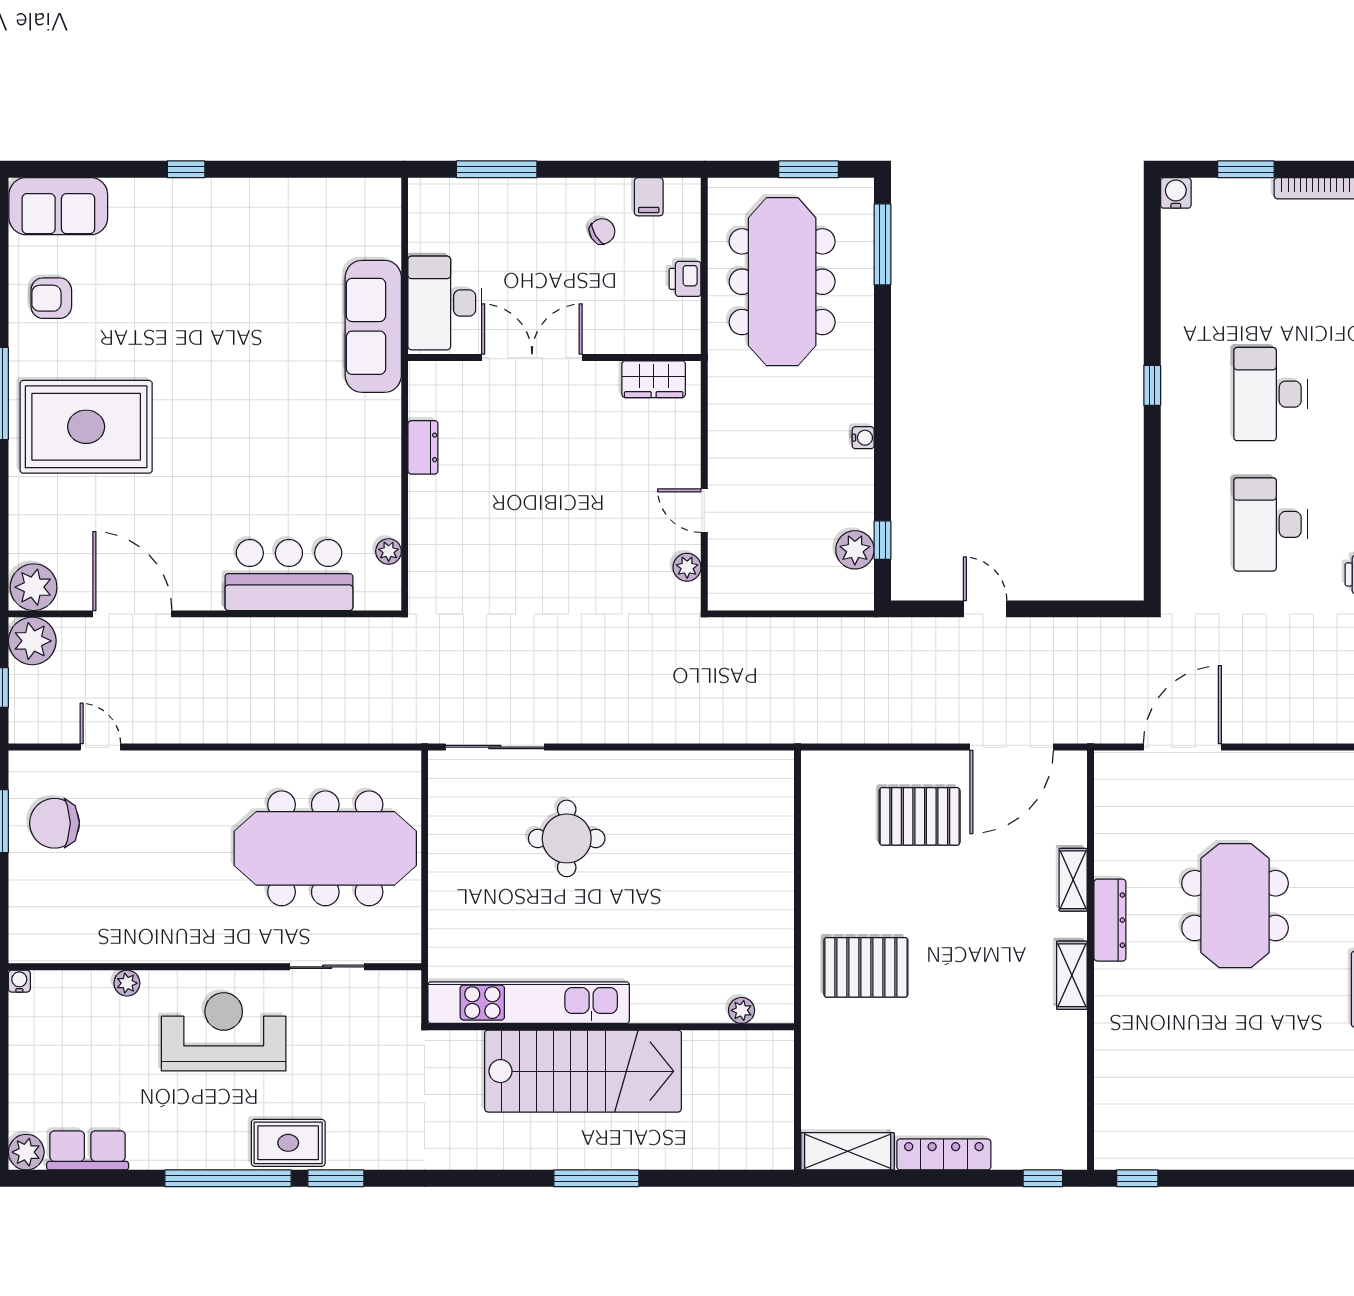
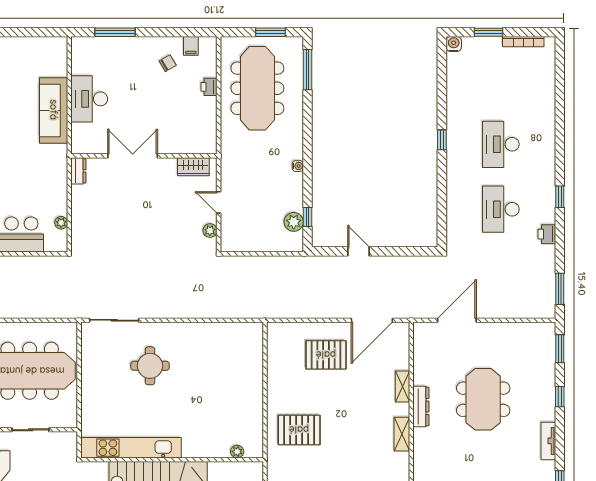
double door: (532, 357) -> (133, 156), moved
wall: (554, 357) -> (144, 156), moved
wardrobe: (654, 379) -> (193, 167), moved

